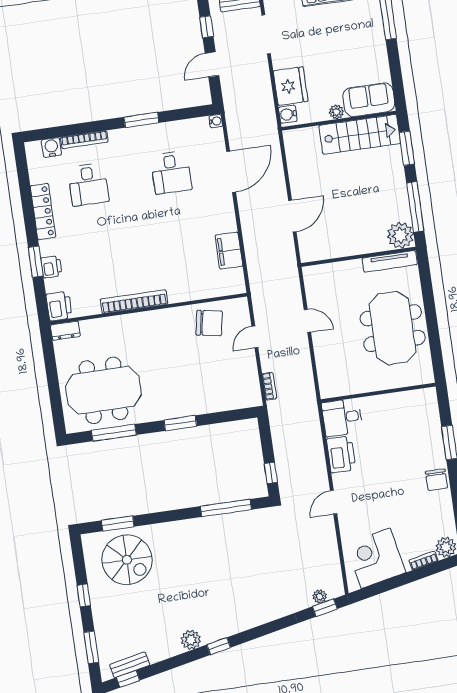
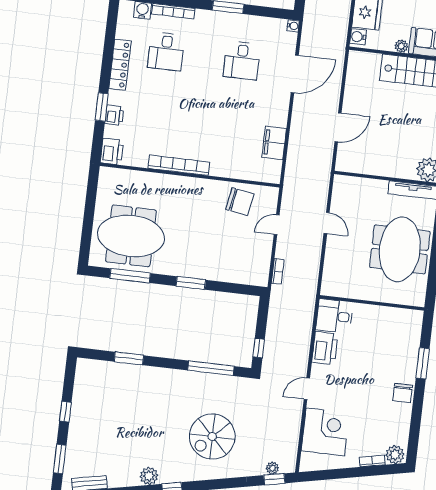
dresser: (65, 331) -> (111, 175), removed
window: (118, 524) -> (129, 358), moved
corner desk: (376, 558) -> (325, 432), moved, turned 102
spiral stairs: (127, 560) -> (212, 437), moved, turned 90

